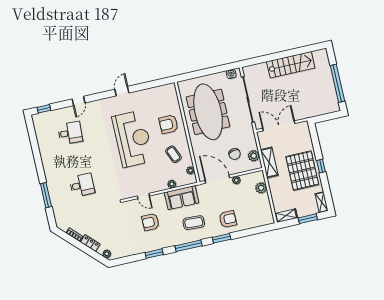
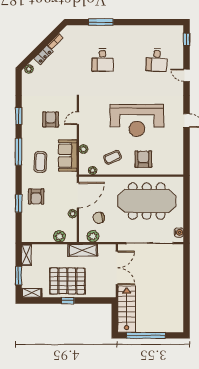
stairs: (291, 65) -> (127, 309), moved, turned 180
window: (222, 238) -> (19, 203), moved

